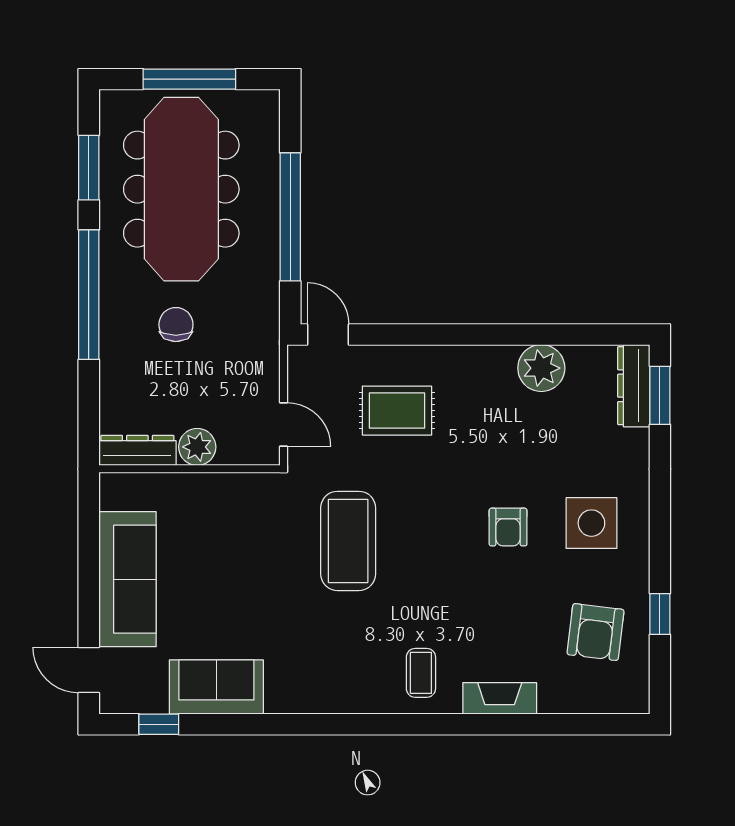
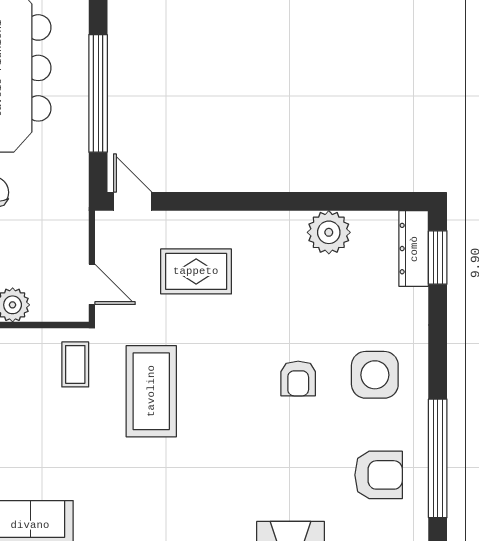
window: (660, 614) -> (438, 458), width x3.17
armchair: (595, 632) -> (379, 475), turned -97
coffee table: (421, 673) -> (75, 364), moved

